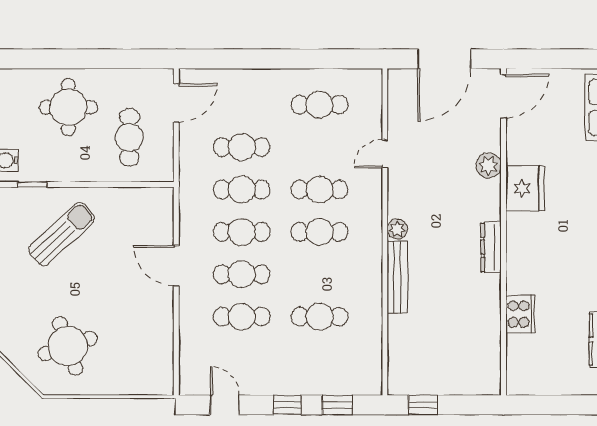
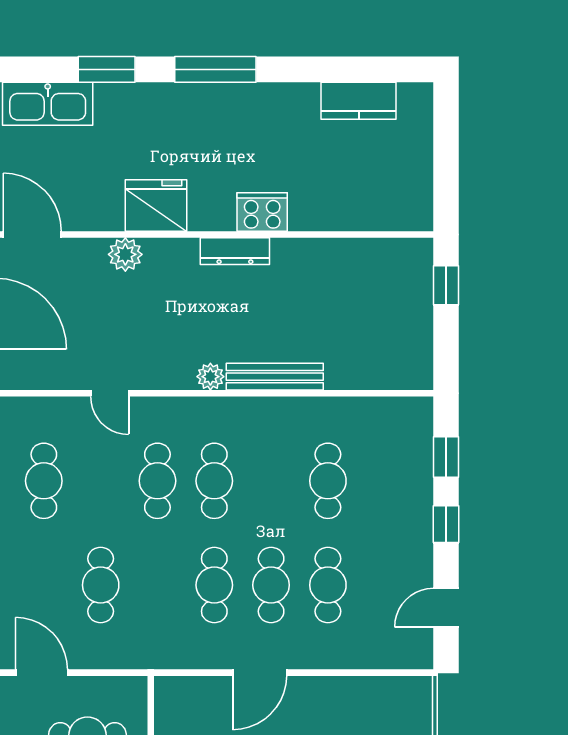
cafe table: (242, 189) -> (157, 585), removed
cooker: (520, 314) -> (262, 212), moved
window: (423, 405) -> (446, 285), moved

